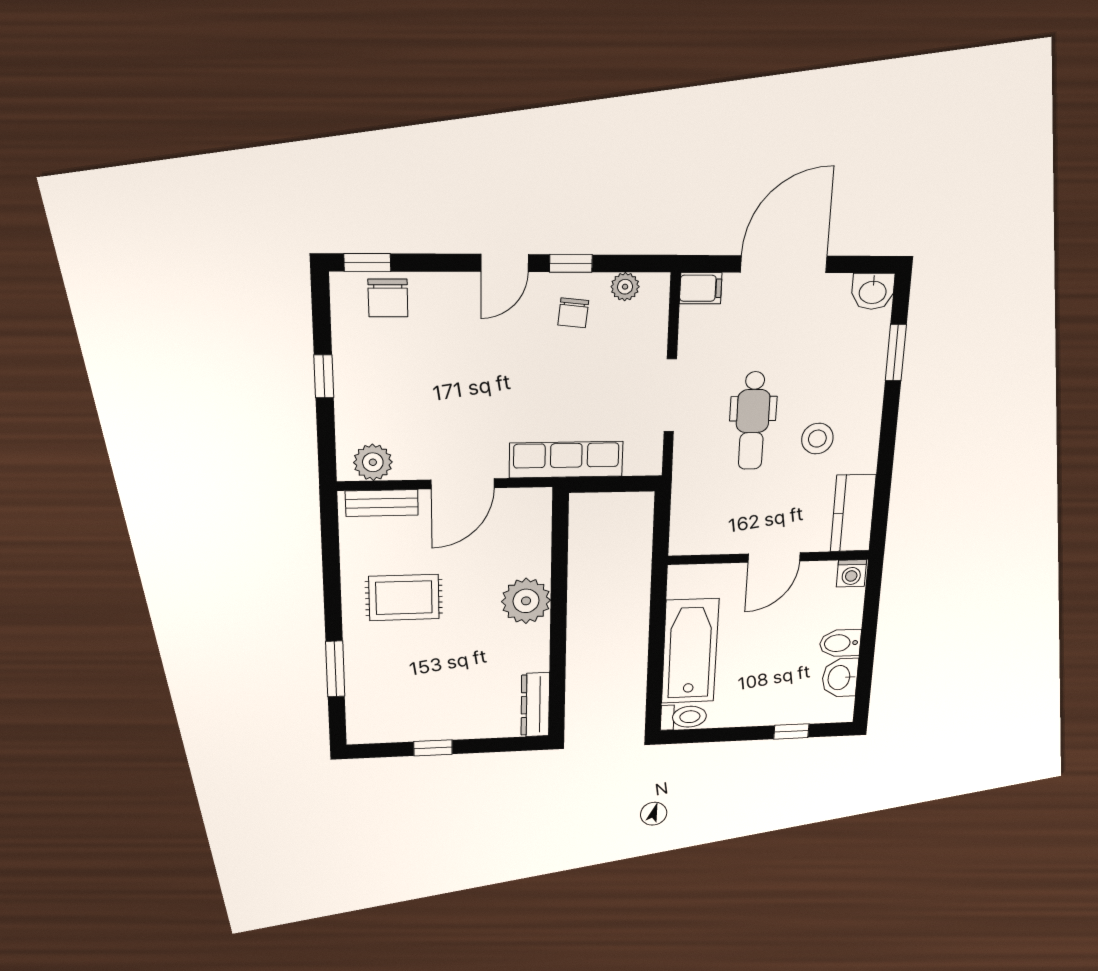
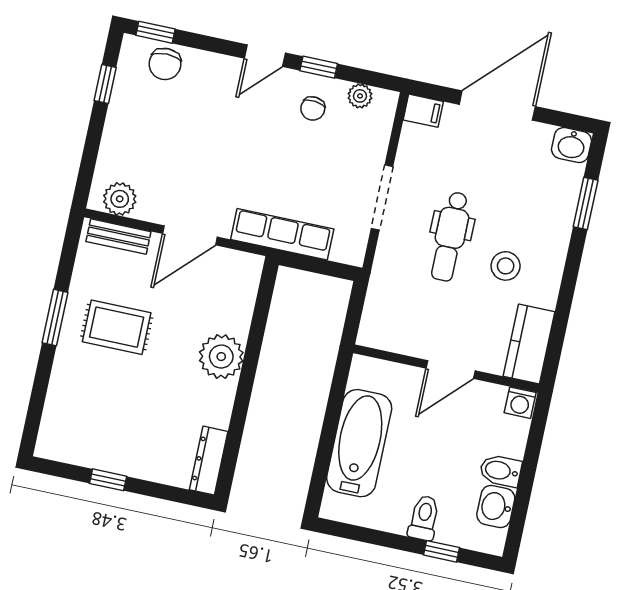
window: (324, 376) -> (105, 84), moved
window: (335, 669) -> (55, 318), moved
toilet: (684, 717) -> (424, 518), moved, turned -90

